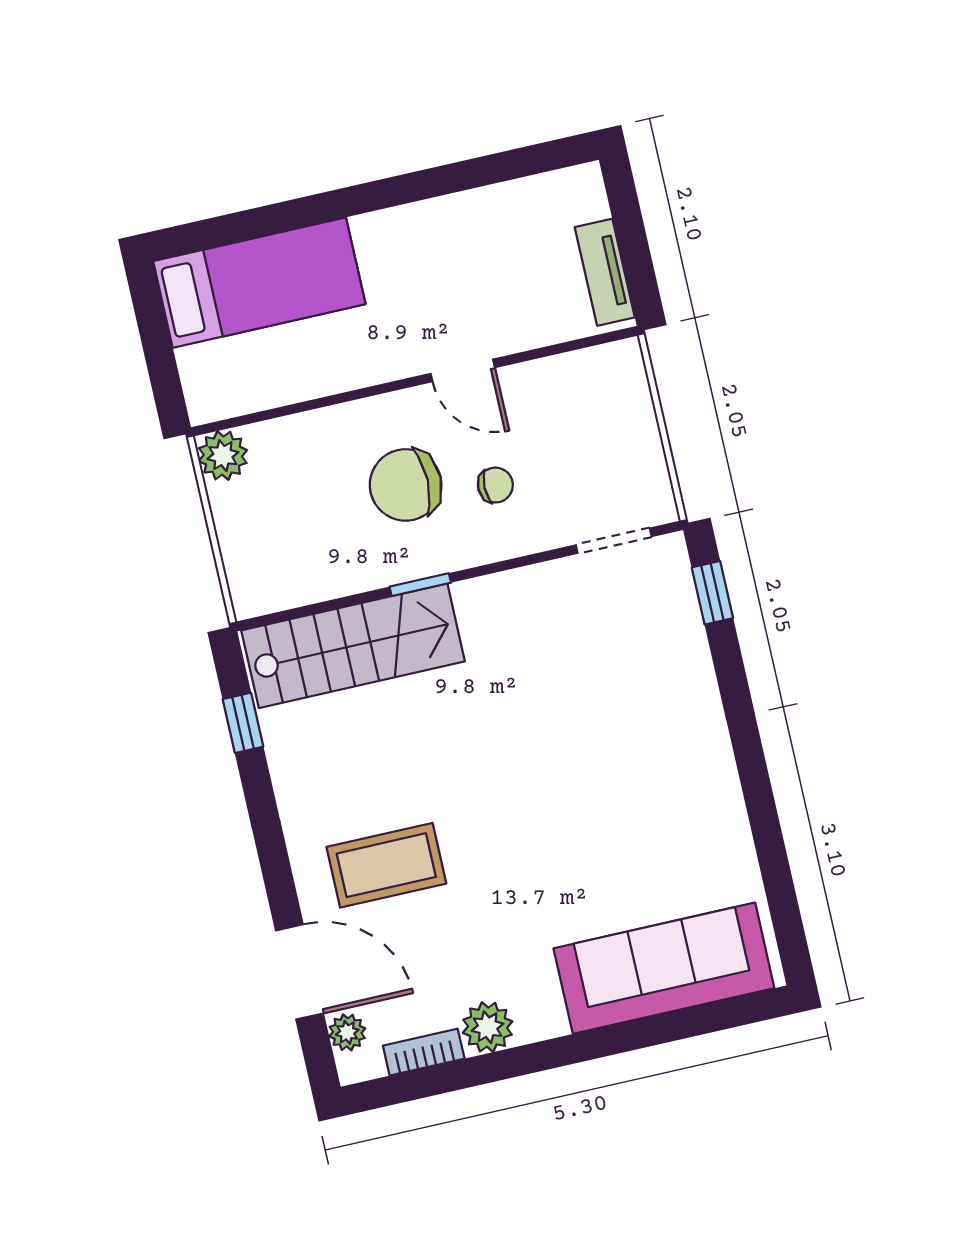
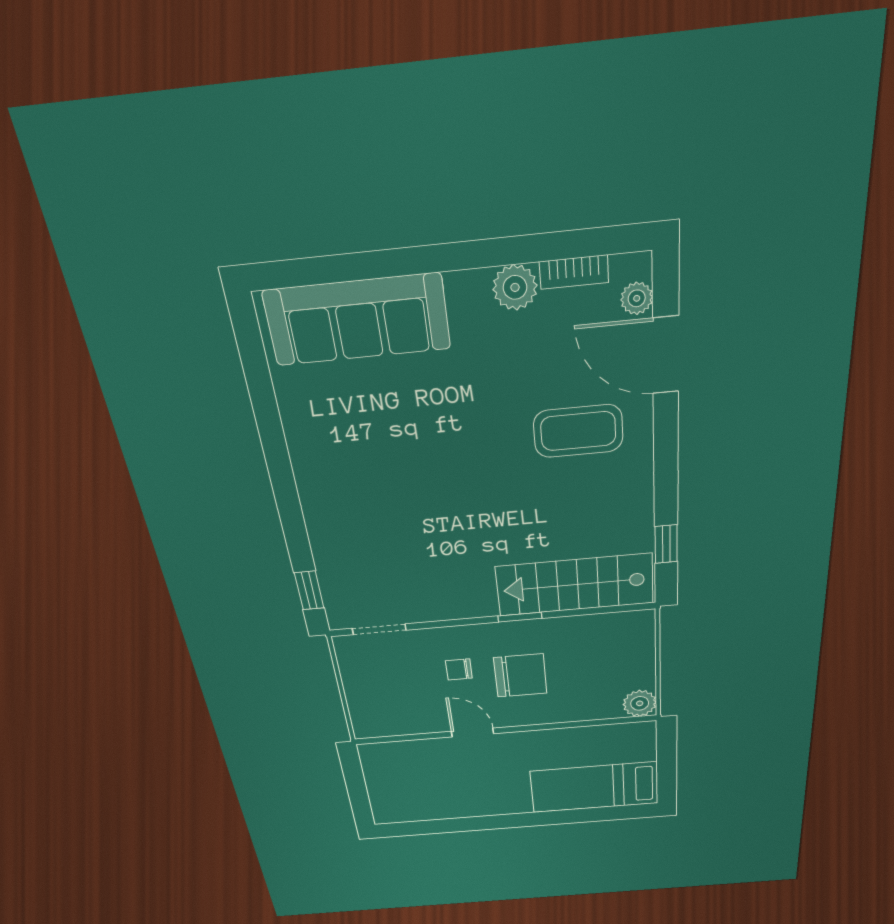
tv unit: (605, 272) -> (375, 773), removed

